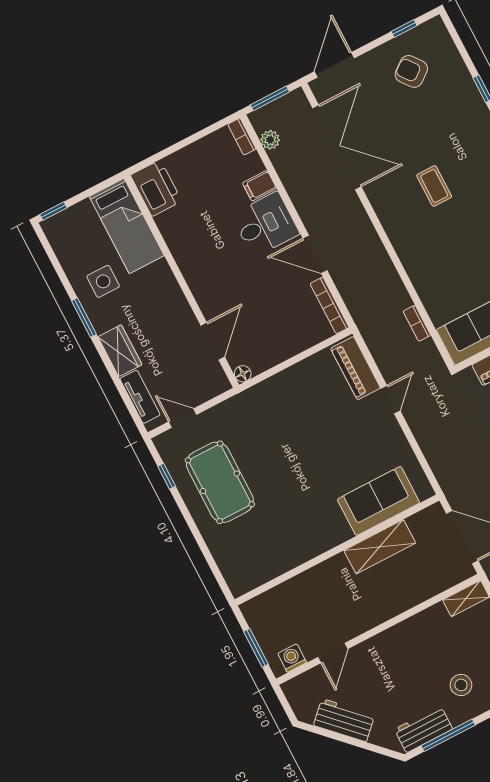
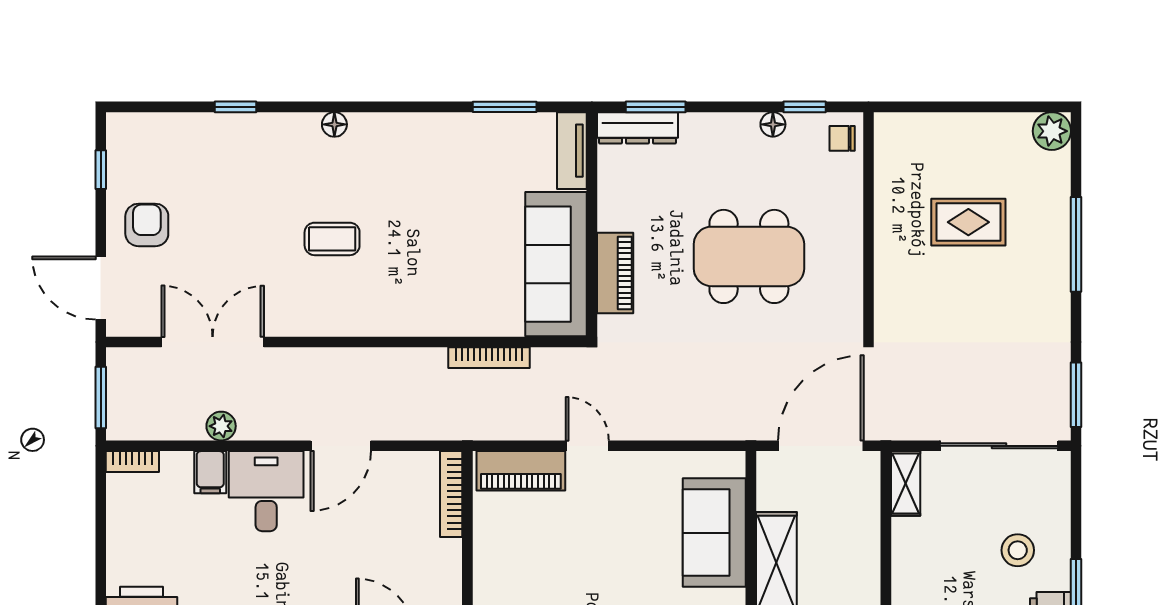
armchair: (411, 71) -> (147, 225), moved, turned 128
plant: (270, 140) -> (221, 426), moved
double door: (337, 147) -> (213, 342), width x0.73
bookcase: (329, 305) -> (451, 494), moved, turned 90
bookcase: (417, 323) -> (489, 358), width x1.56

